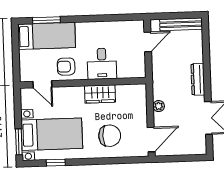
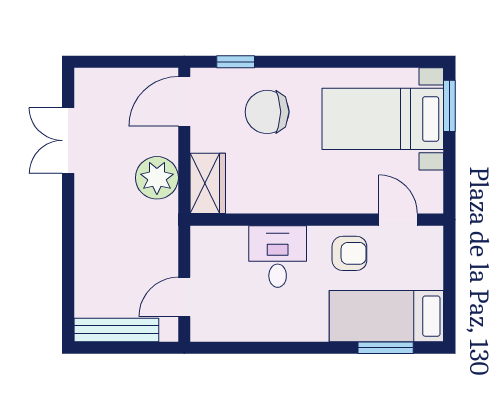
dresser: (198, 79) -> (87, 219), removed
wardrobe: (100, 94) -> (208, 183), moved, turned 90
plant: (159, 106) -> (157, 178), width x1.88, depth x1.88
window: (56, 163) -> (236, 62), moved

